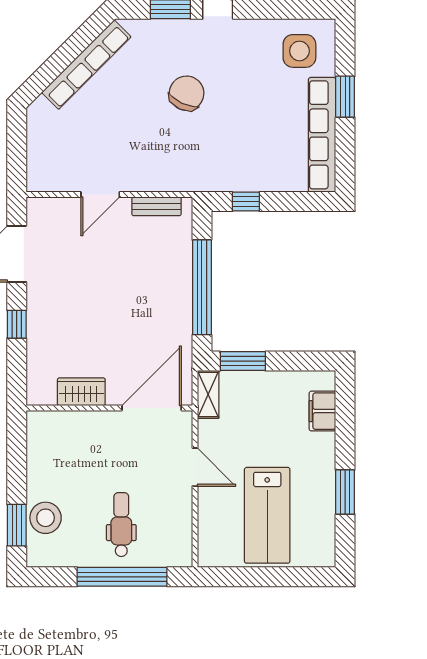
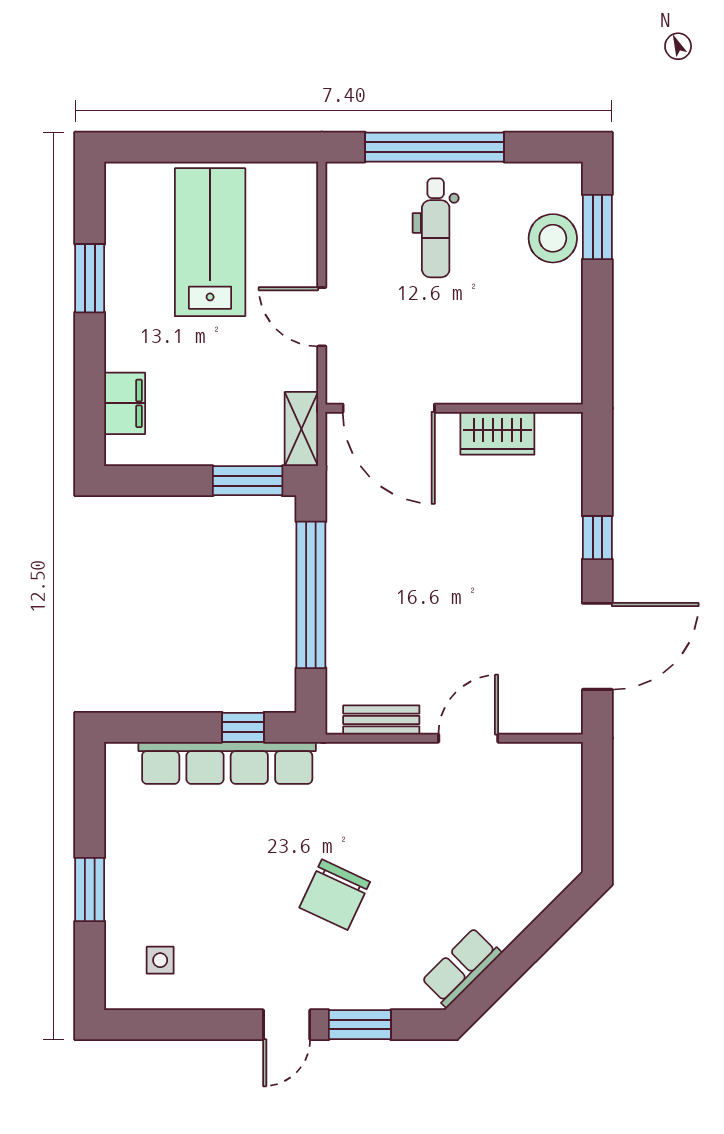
side table: (299, 51) -> (160, 960), width x0.54, depth x0.54
row of seats: (86, 65) -> (461, 967), width x0.50
row of seats: (322, 135) -> (227, 763), moved, turned 90
door: (152, 408) -> (389, 408), hinge flipped

